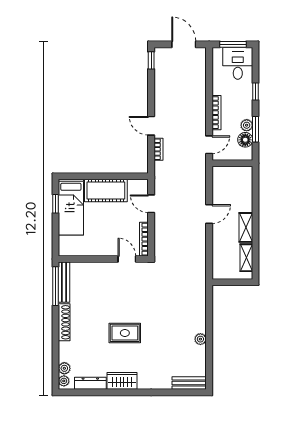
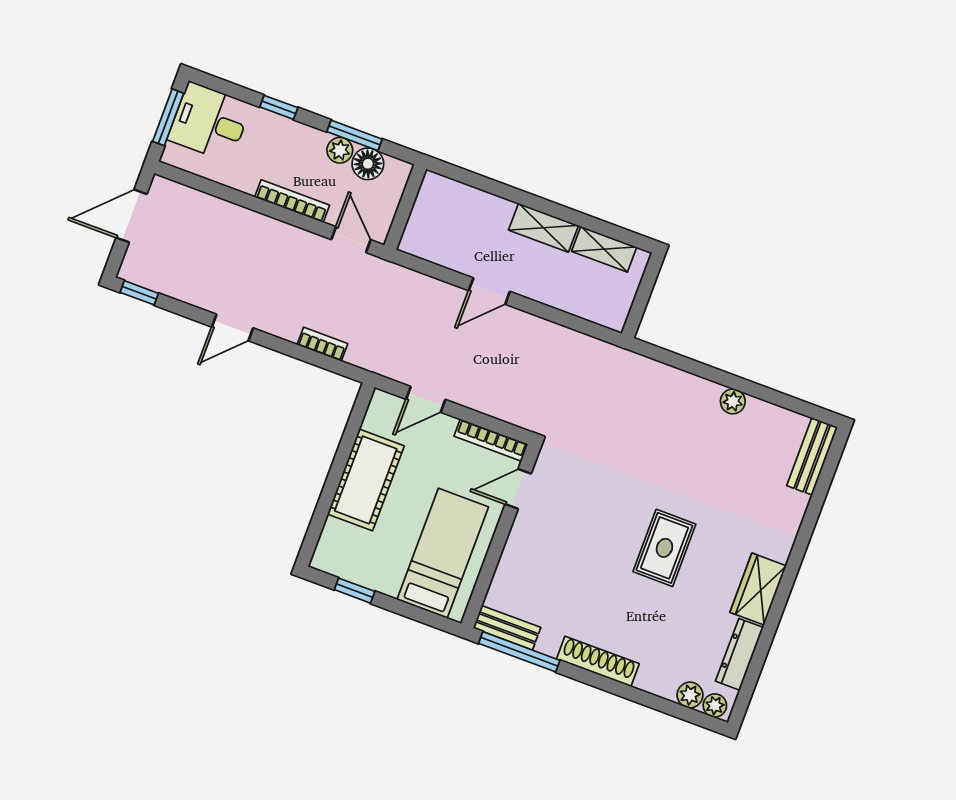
door: (151, 126) -> (232, 327), moved
bed: (71, 207) -> (443, 553), moved, turned -90
door: (209, 214) -> (489, 291), swing flipped
bench: (64, 282) -> (507, 628), width x0.73

